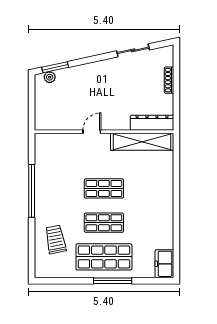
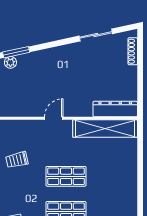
shoe rack: (169, 80) -> (133, 51), moved
trolley: (56, 172) -> (17, 160), added

